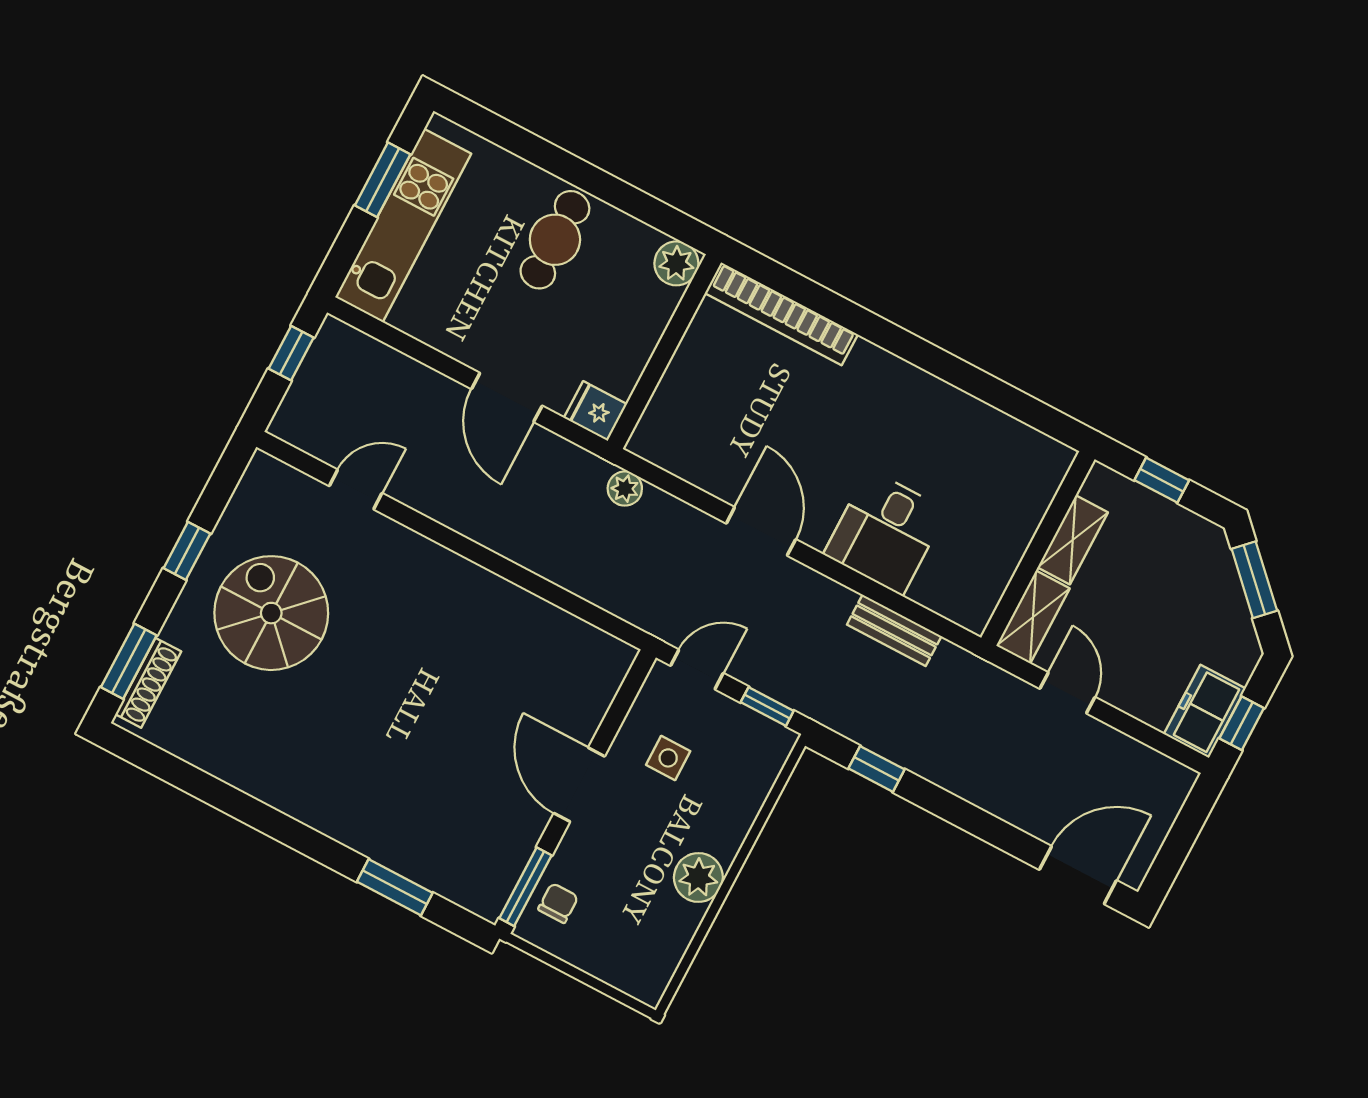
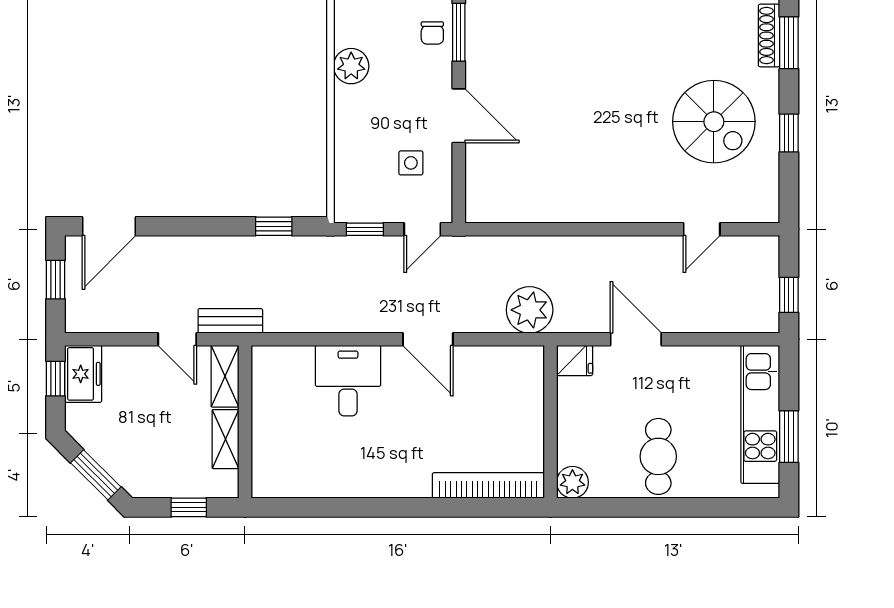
plant: (625, 489) -> (530, 310), width x1.88, depth x1.88
bench: (894, 630) -> (230, 321), moved
window: (1178, 844) -> (55, 280), added
plant: (698, 877) -> (351, 66), moved

